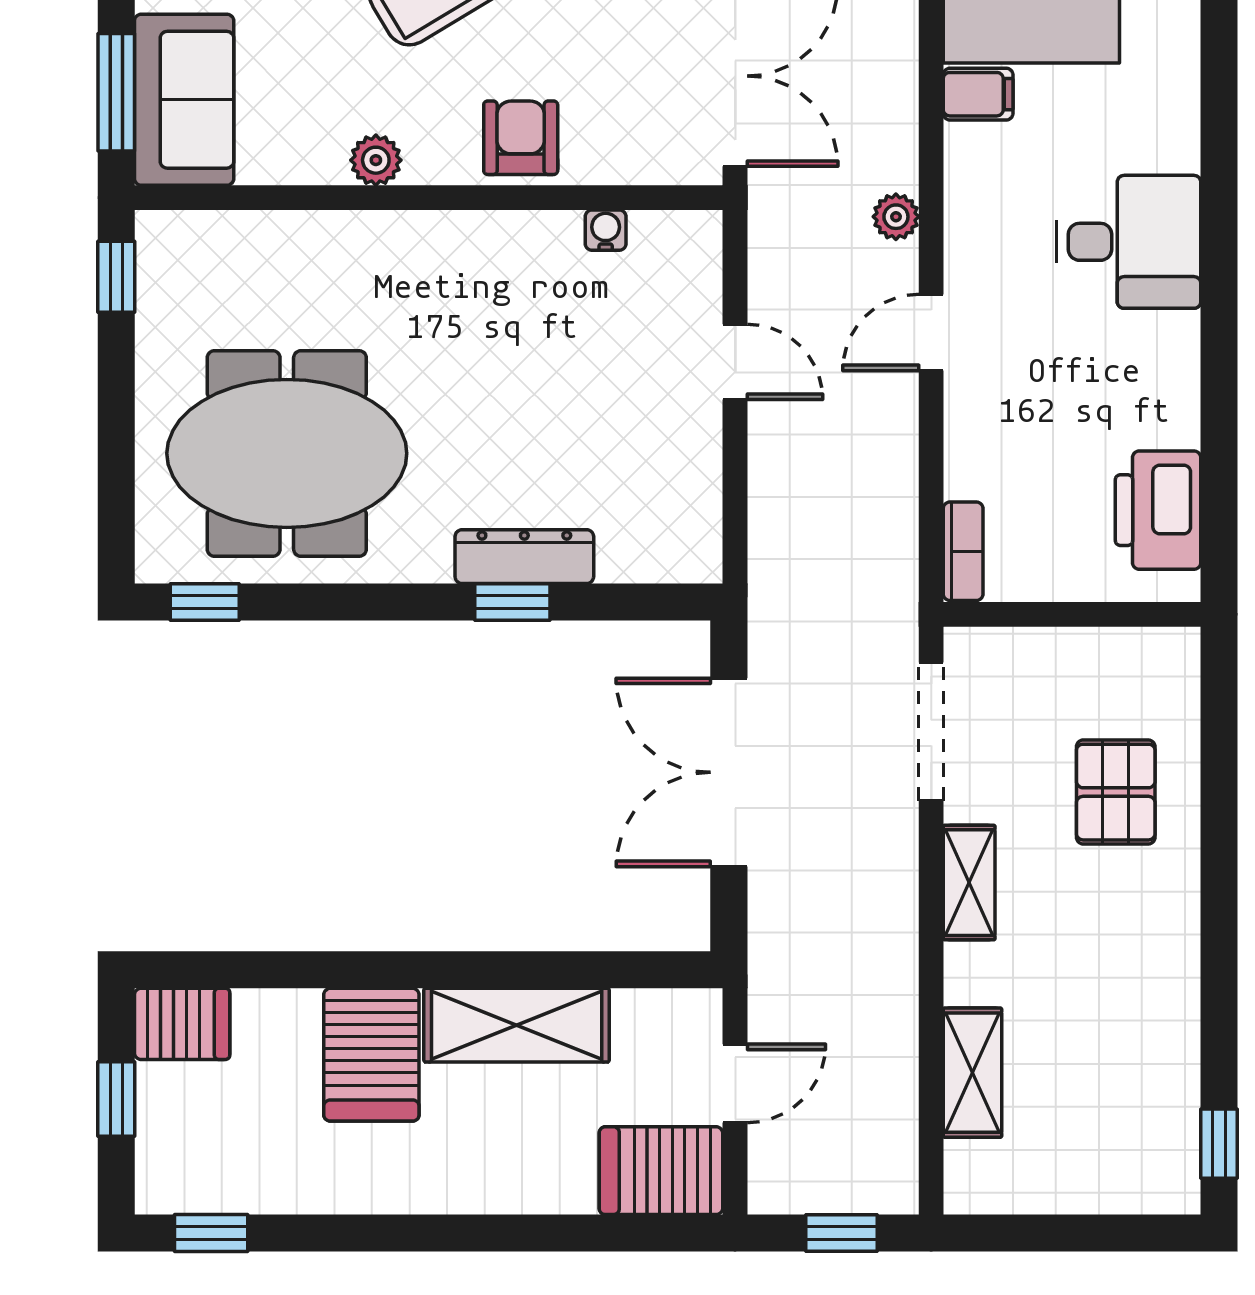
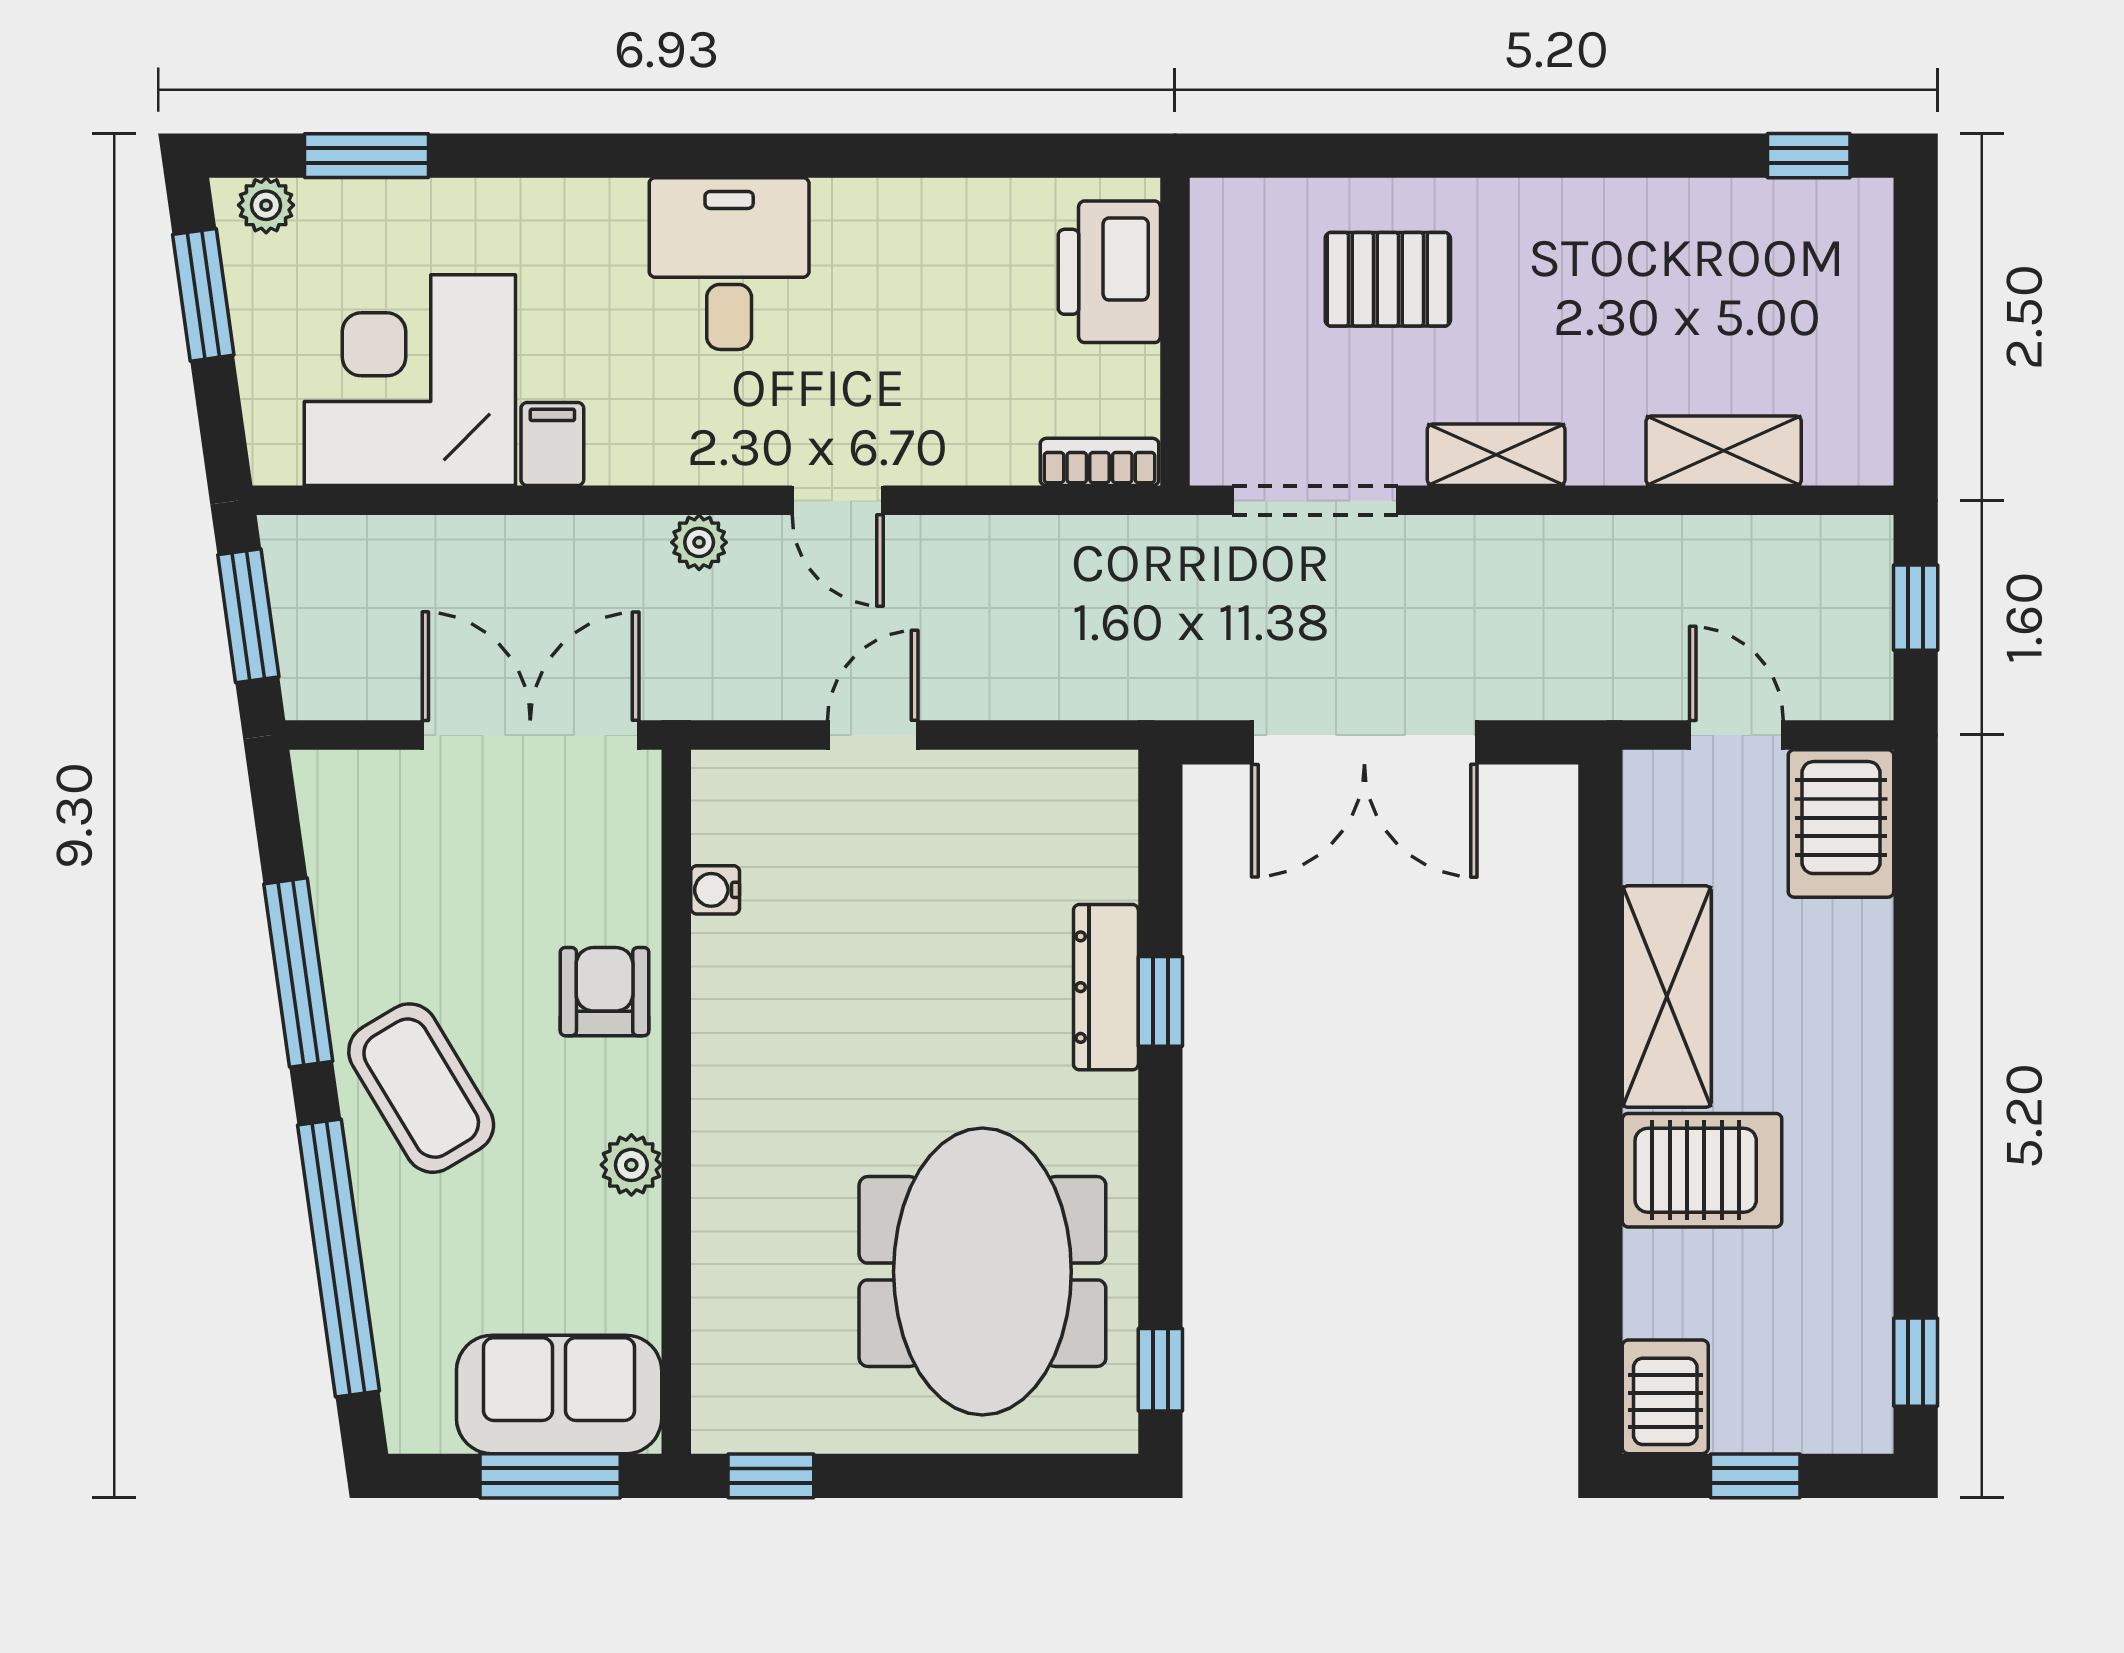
armchair: (521, 138) -> (605, 992), turned 90
printer: (1158, 510) -> (1109, 272), moved, turned 90

